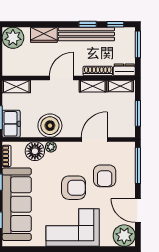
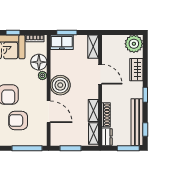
window: (88, 24) -> (145, 95), moved
bench: (86, 34) -> (137, 122), moved
door: (61, 78) -> (100, 74), moved
boiler: (50, 126) -> (60, 85), moved

